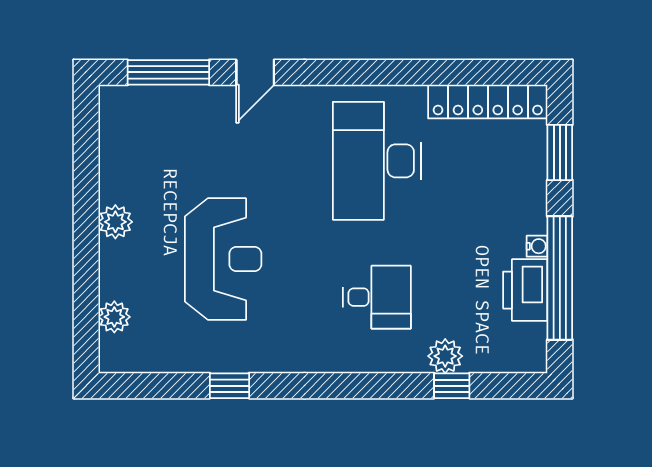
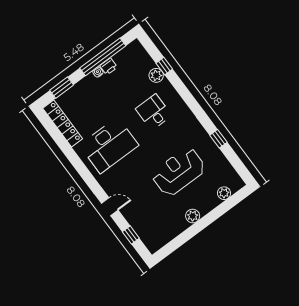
window: (168, 72) -> (131, 235), width x0.46
printer: (525, 290) -> (109, 66), width x0.53, depth x0.68

